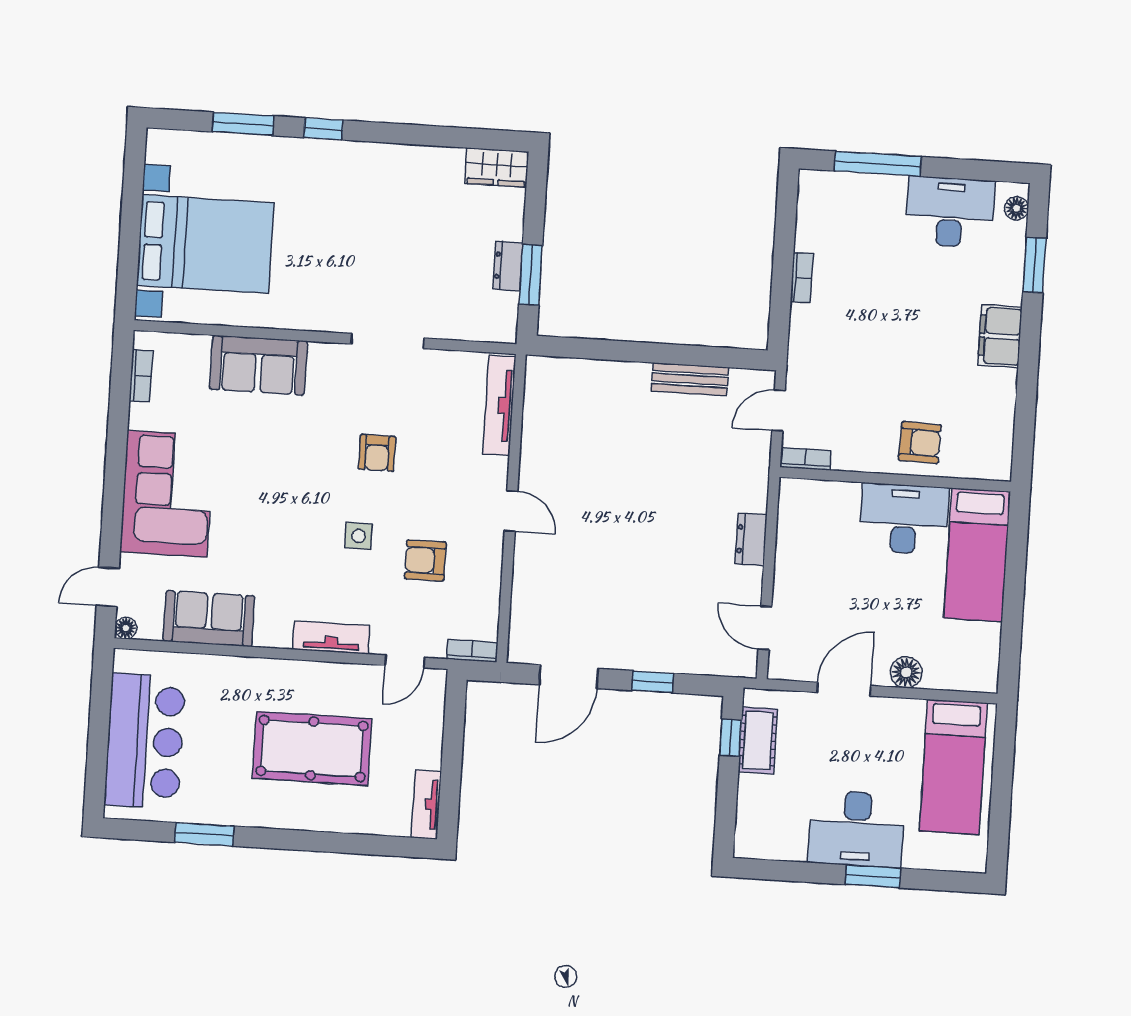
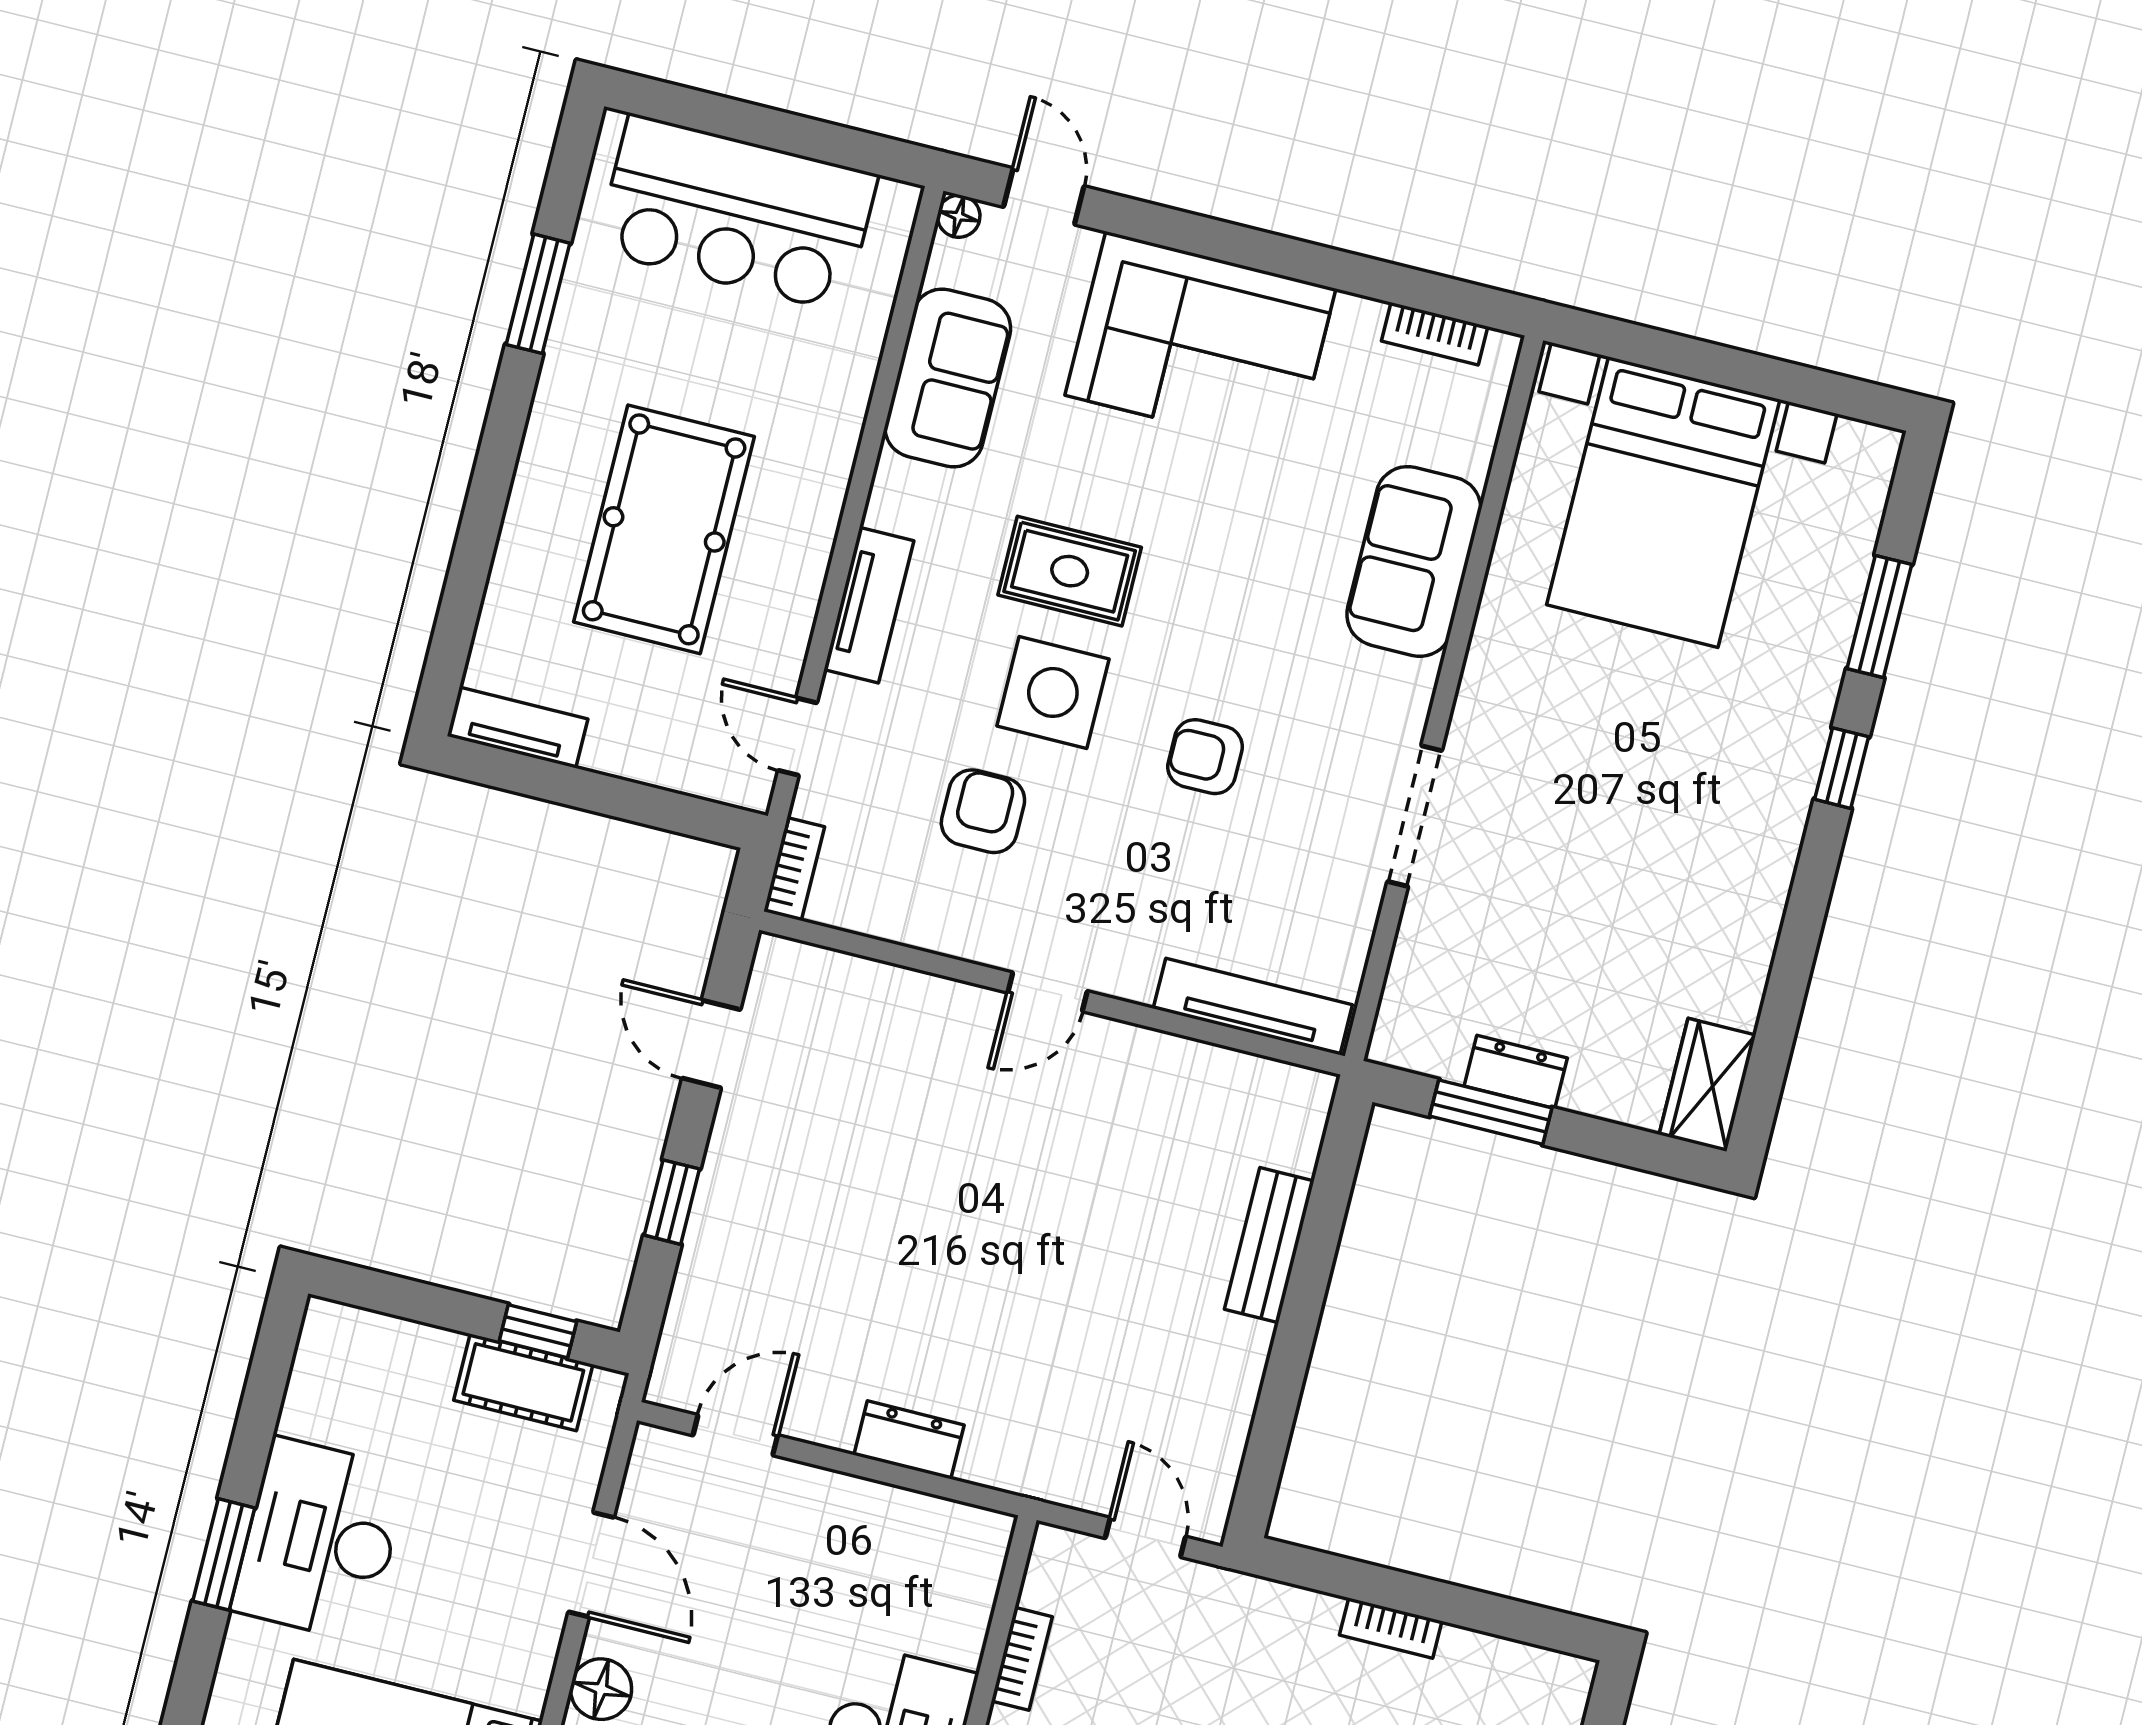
bench: (690, 379) -> (1269, 1245), moved
bookcase: (805, 459) -> (1022, 1659), moved
side table: (359, 536) -> (1053, 692), width x1.87, depth x1.87
rug: (295, 539) -> (1070, 571), added
door: (569, 677) -> (711, 1044), width x0.73

